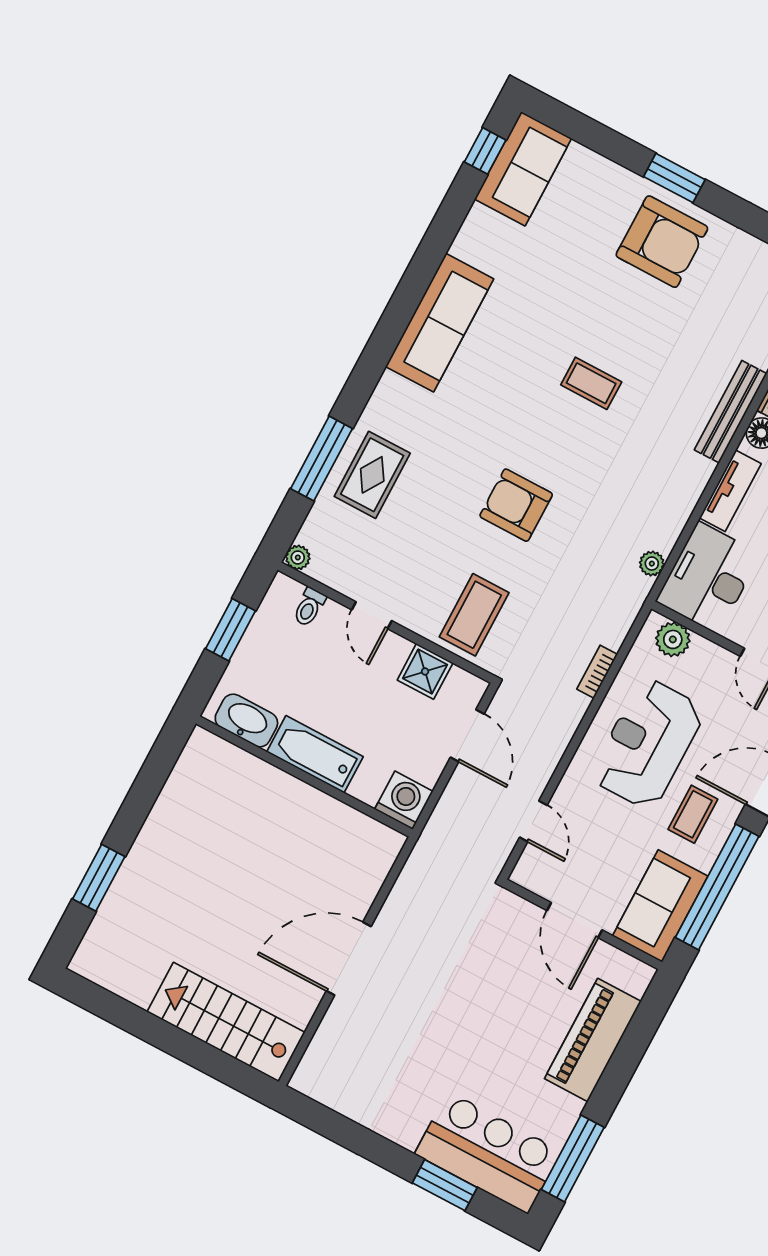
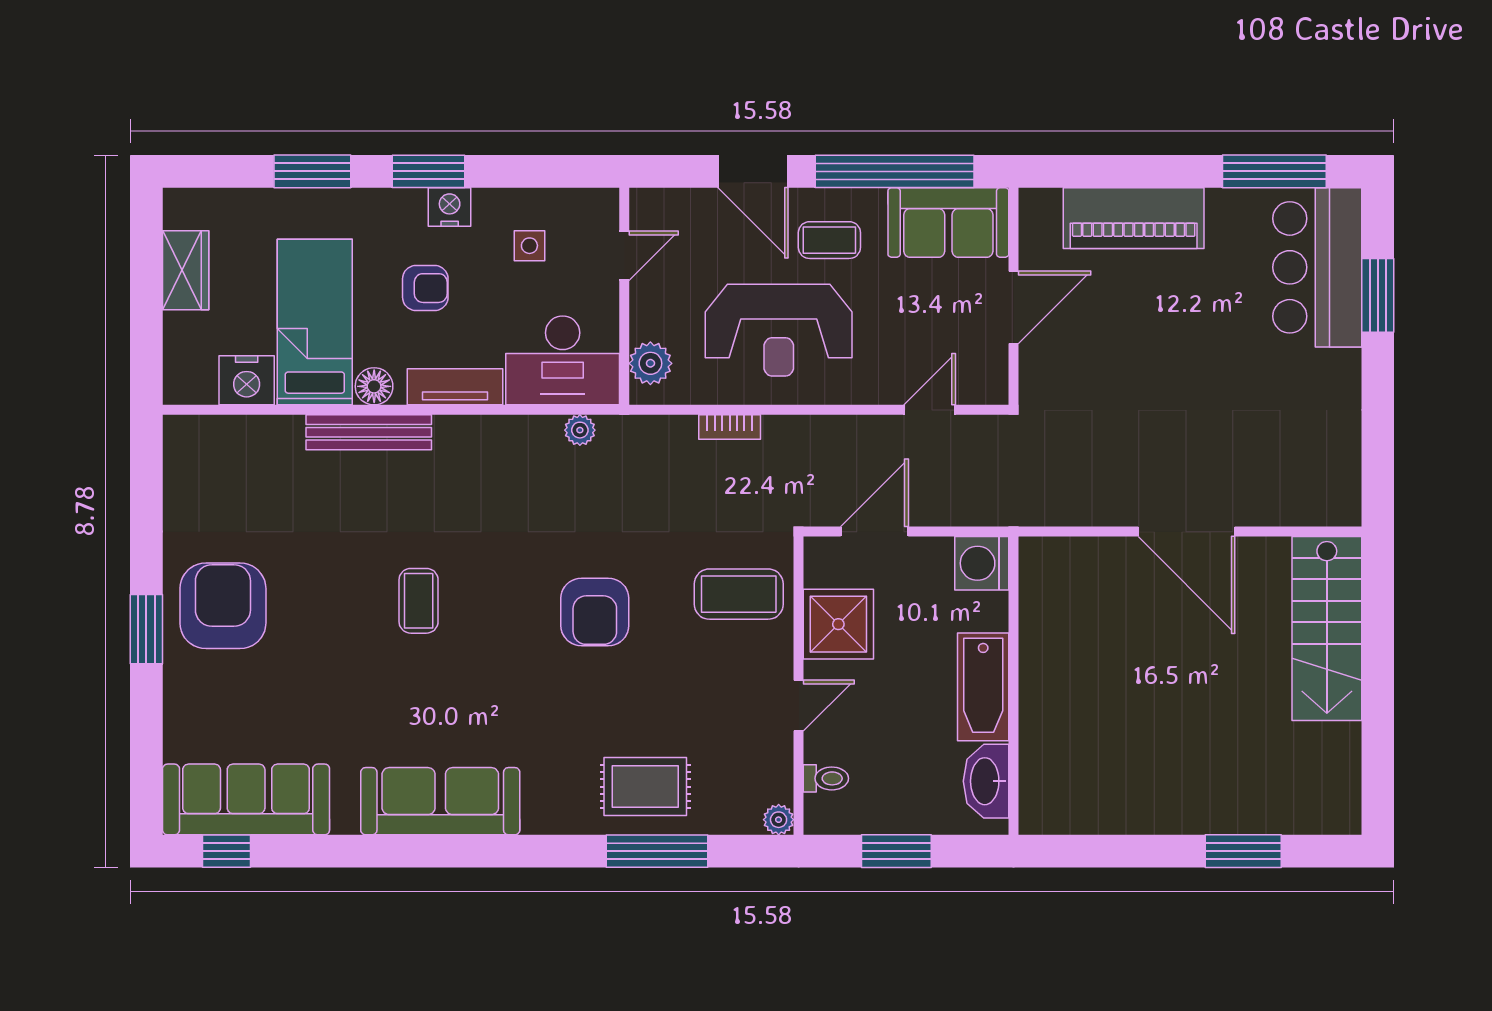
sofa: (523, 169) -> (246, 799), width x1.36
shower: (425, 671) -> (838, 624), width x1.36, depth x1.36

